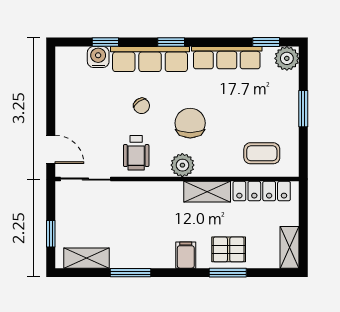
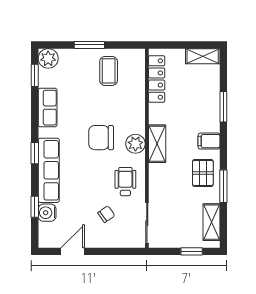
row of seats: (227, 58) -> (48, 108), width x0.68
chair: (142, 106) -> (106, 214), moved
door: (51, 149) -> (73, 251), moved
wheelchair: (136, 153) -> (125, 182), turned -90
coffee table: (262, 153) -> (109, 71), moved
shelving: (207, 192) -> (157, 144), moved
pallet: (229, 249) -> (203, 173), moved

